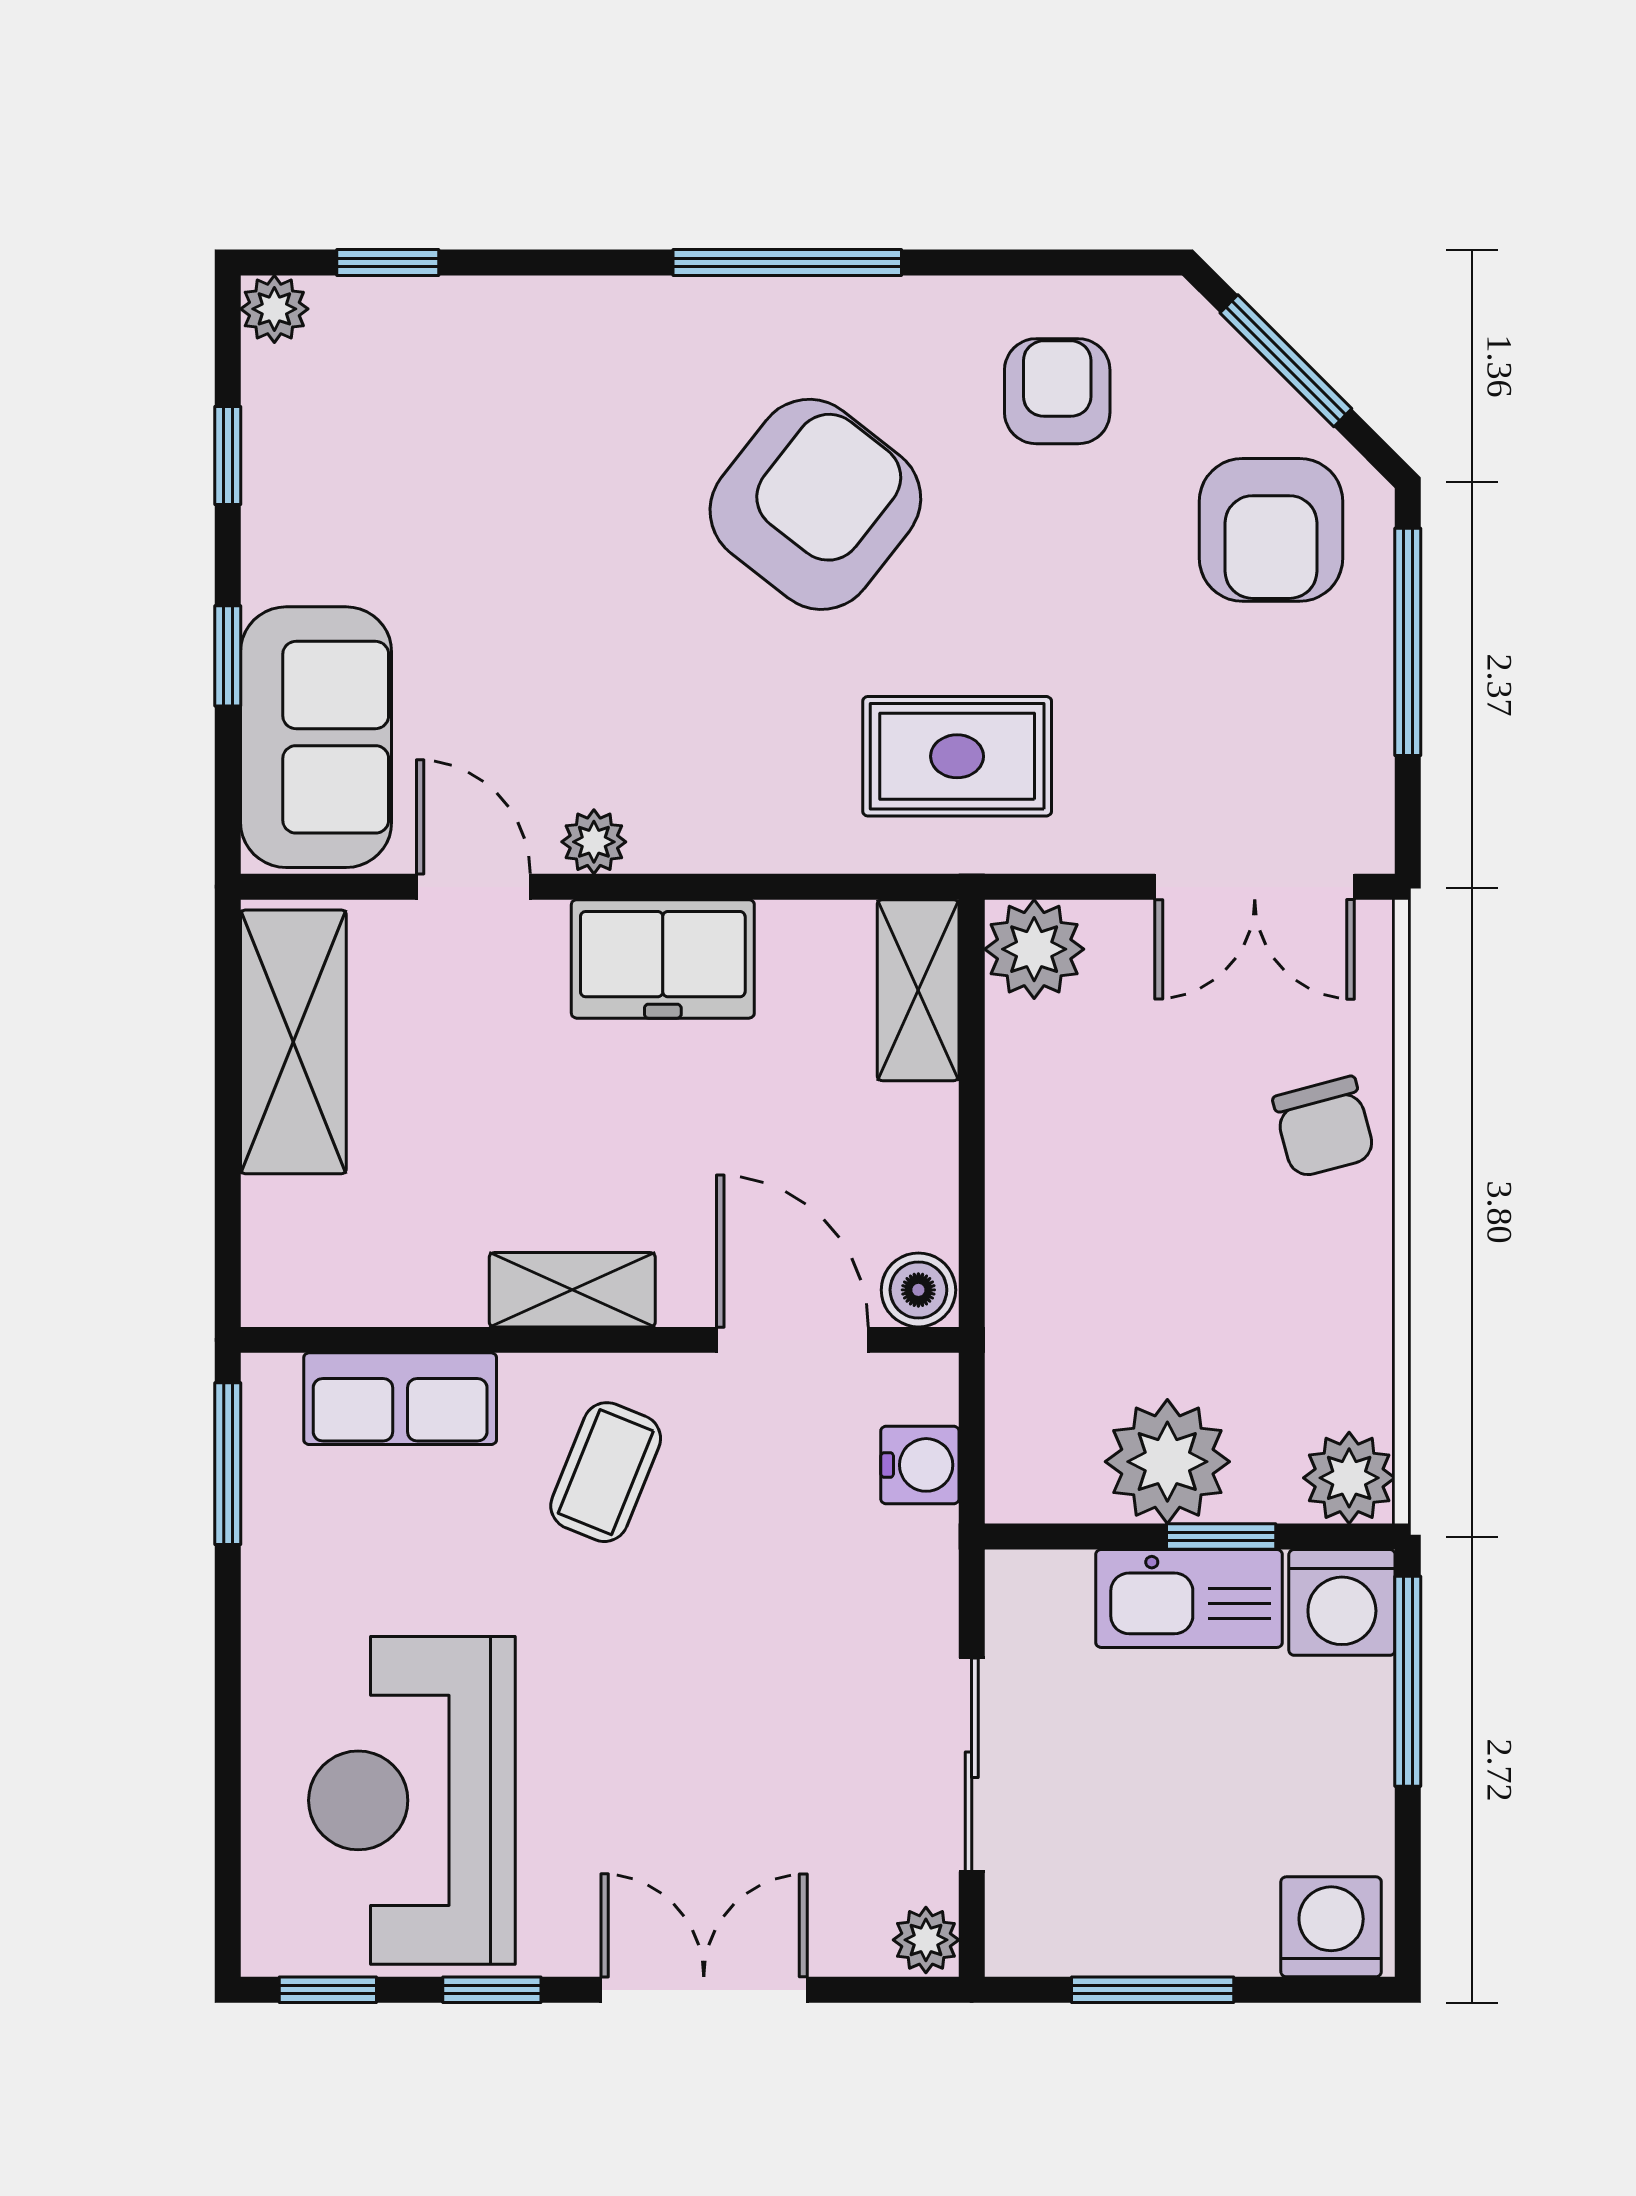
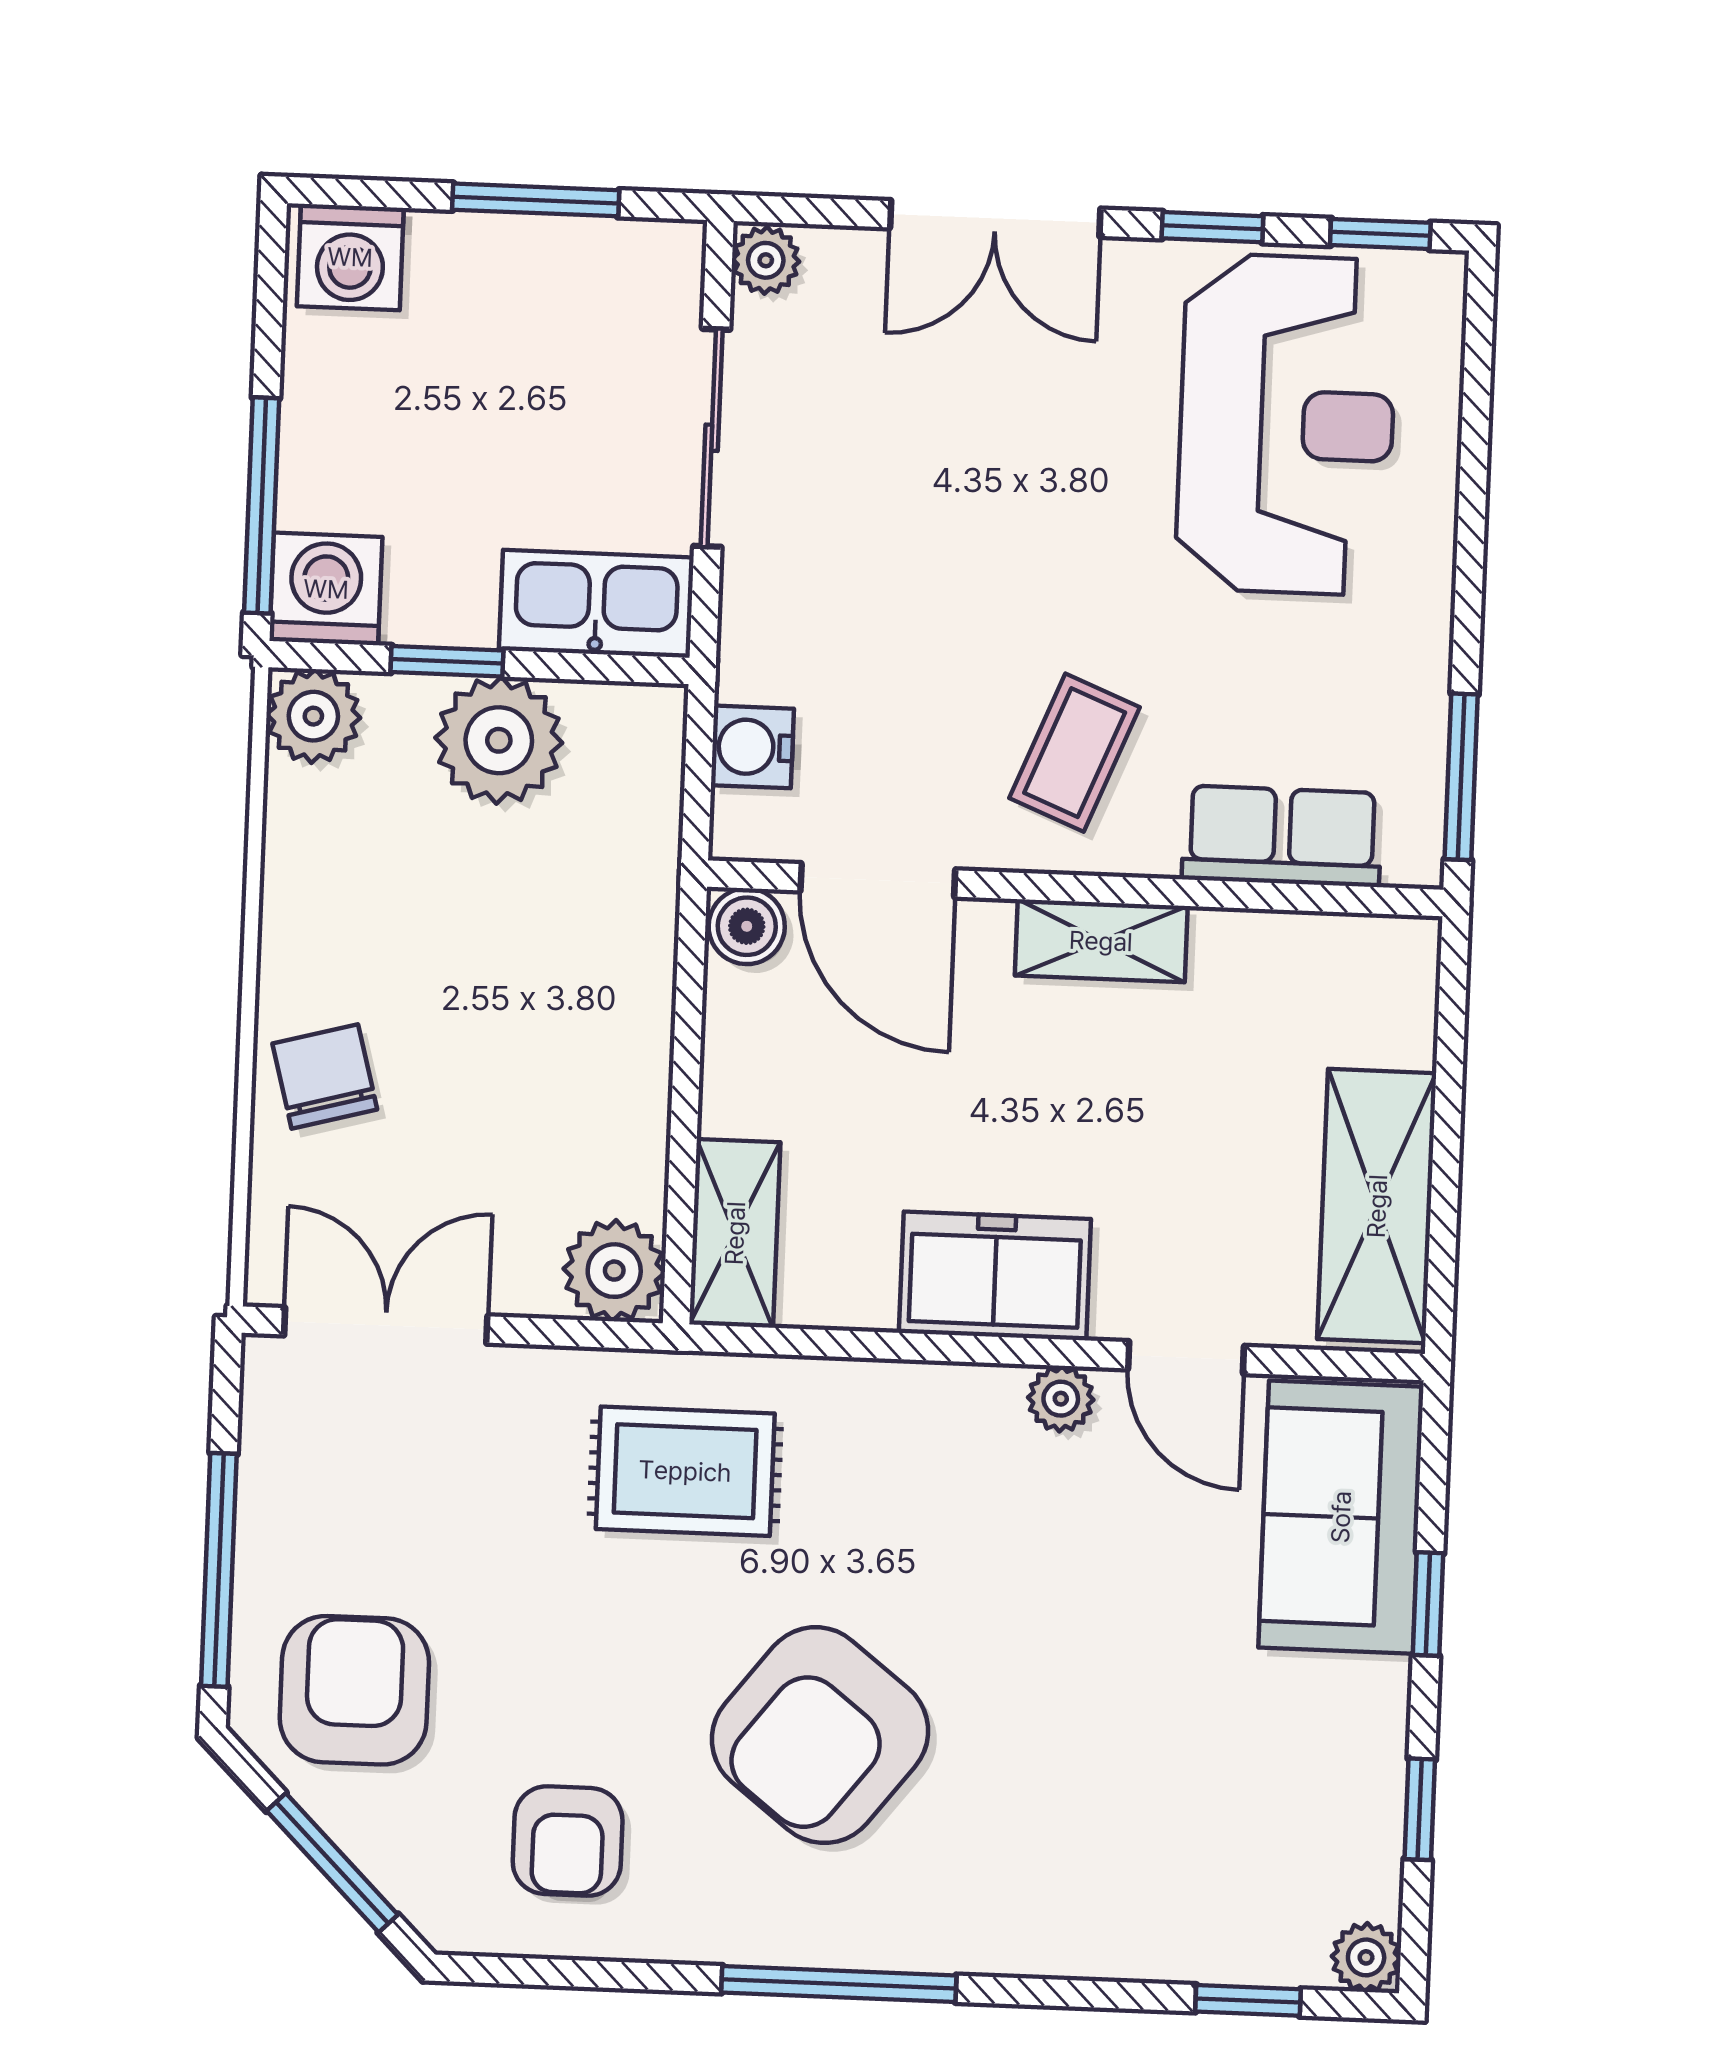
kitchen sink: (1189, 1598) -> (596, 604), moved

